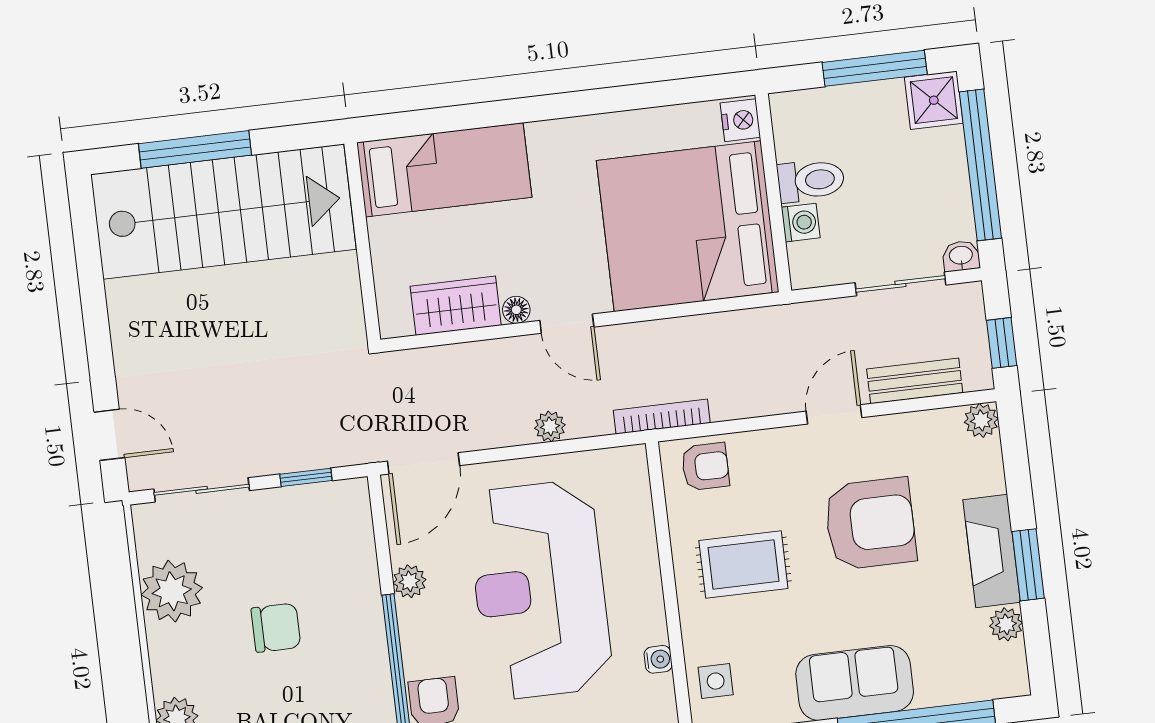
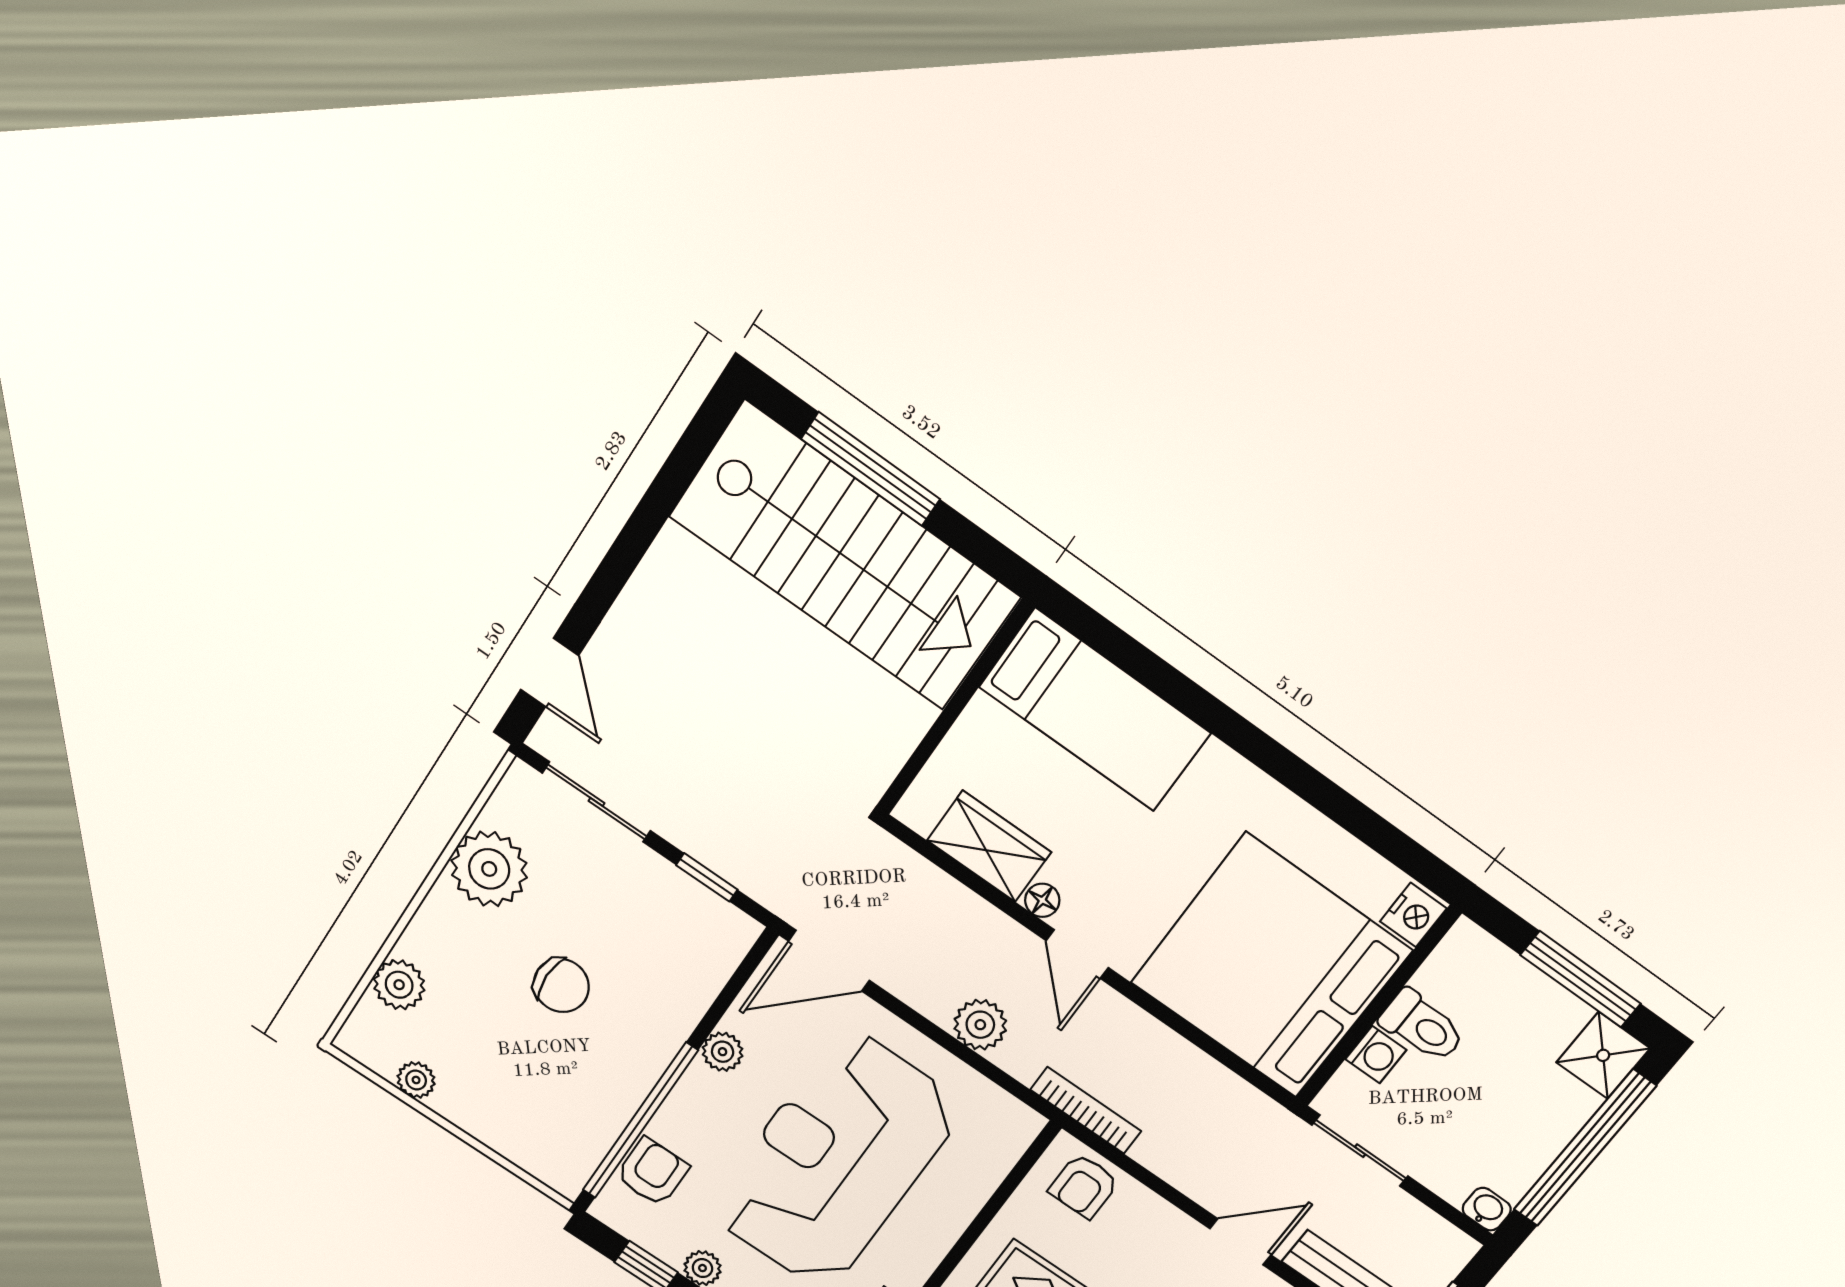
sliding door: (900, 284) -> (1360, 1151), moved
plant: (550, 426) -> (980, 1025), width x1.38, depth x1.38
armchair: (705, 467) -> (1084, 1186), turned 90

